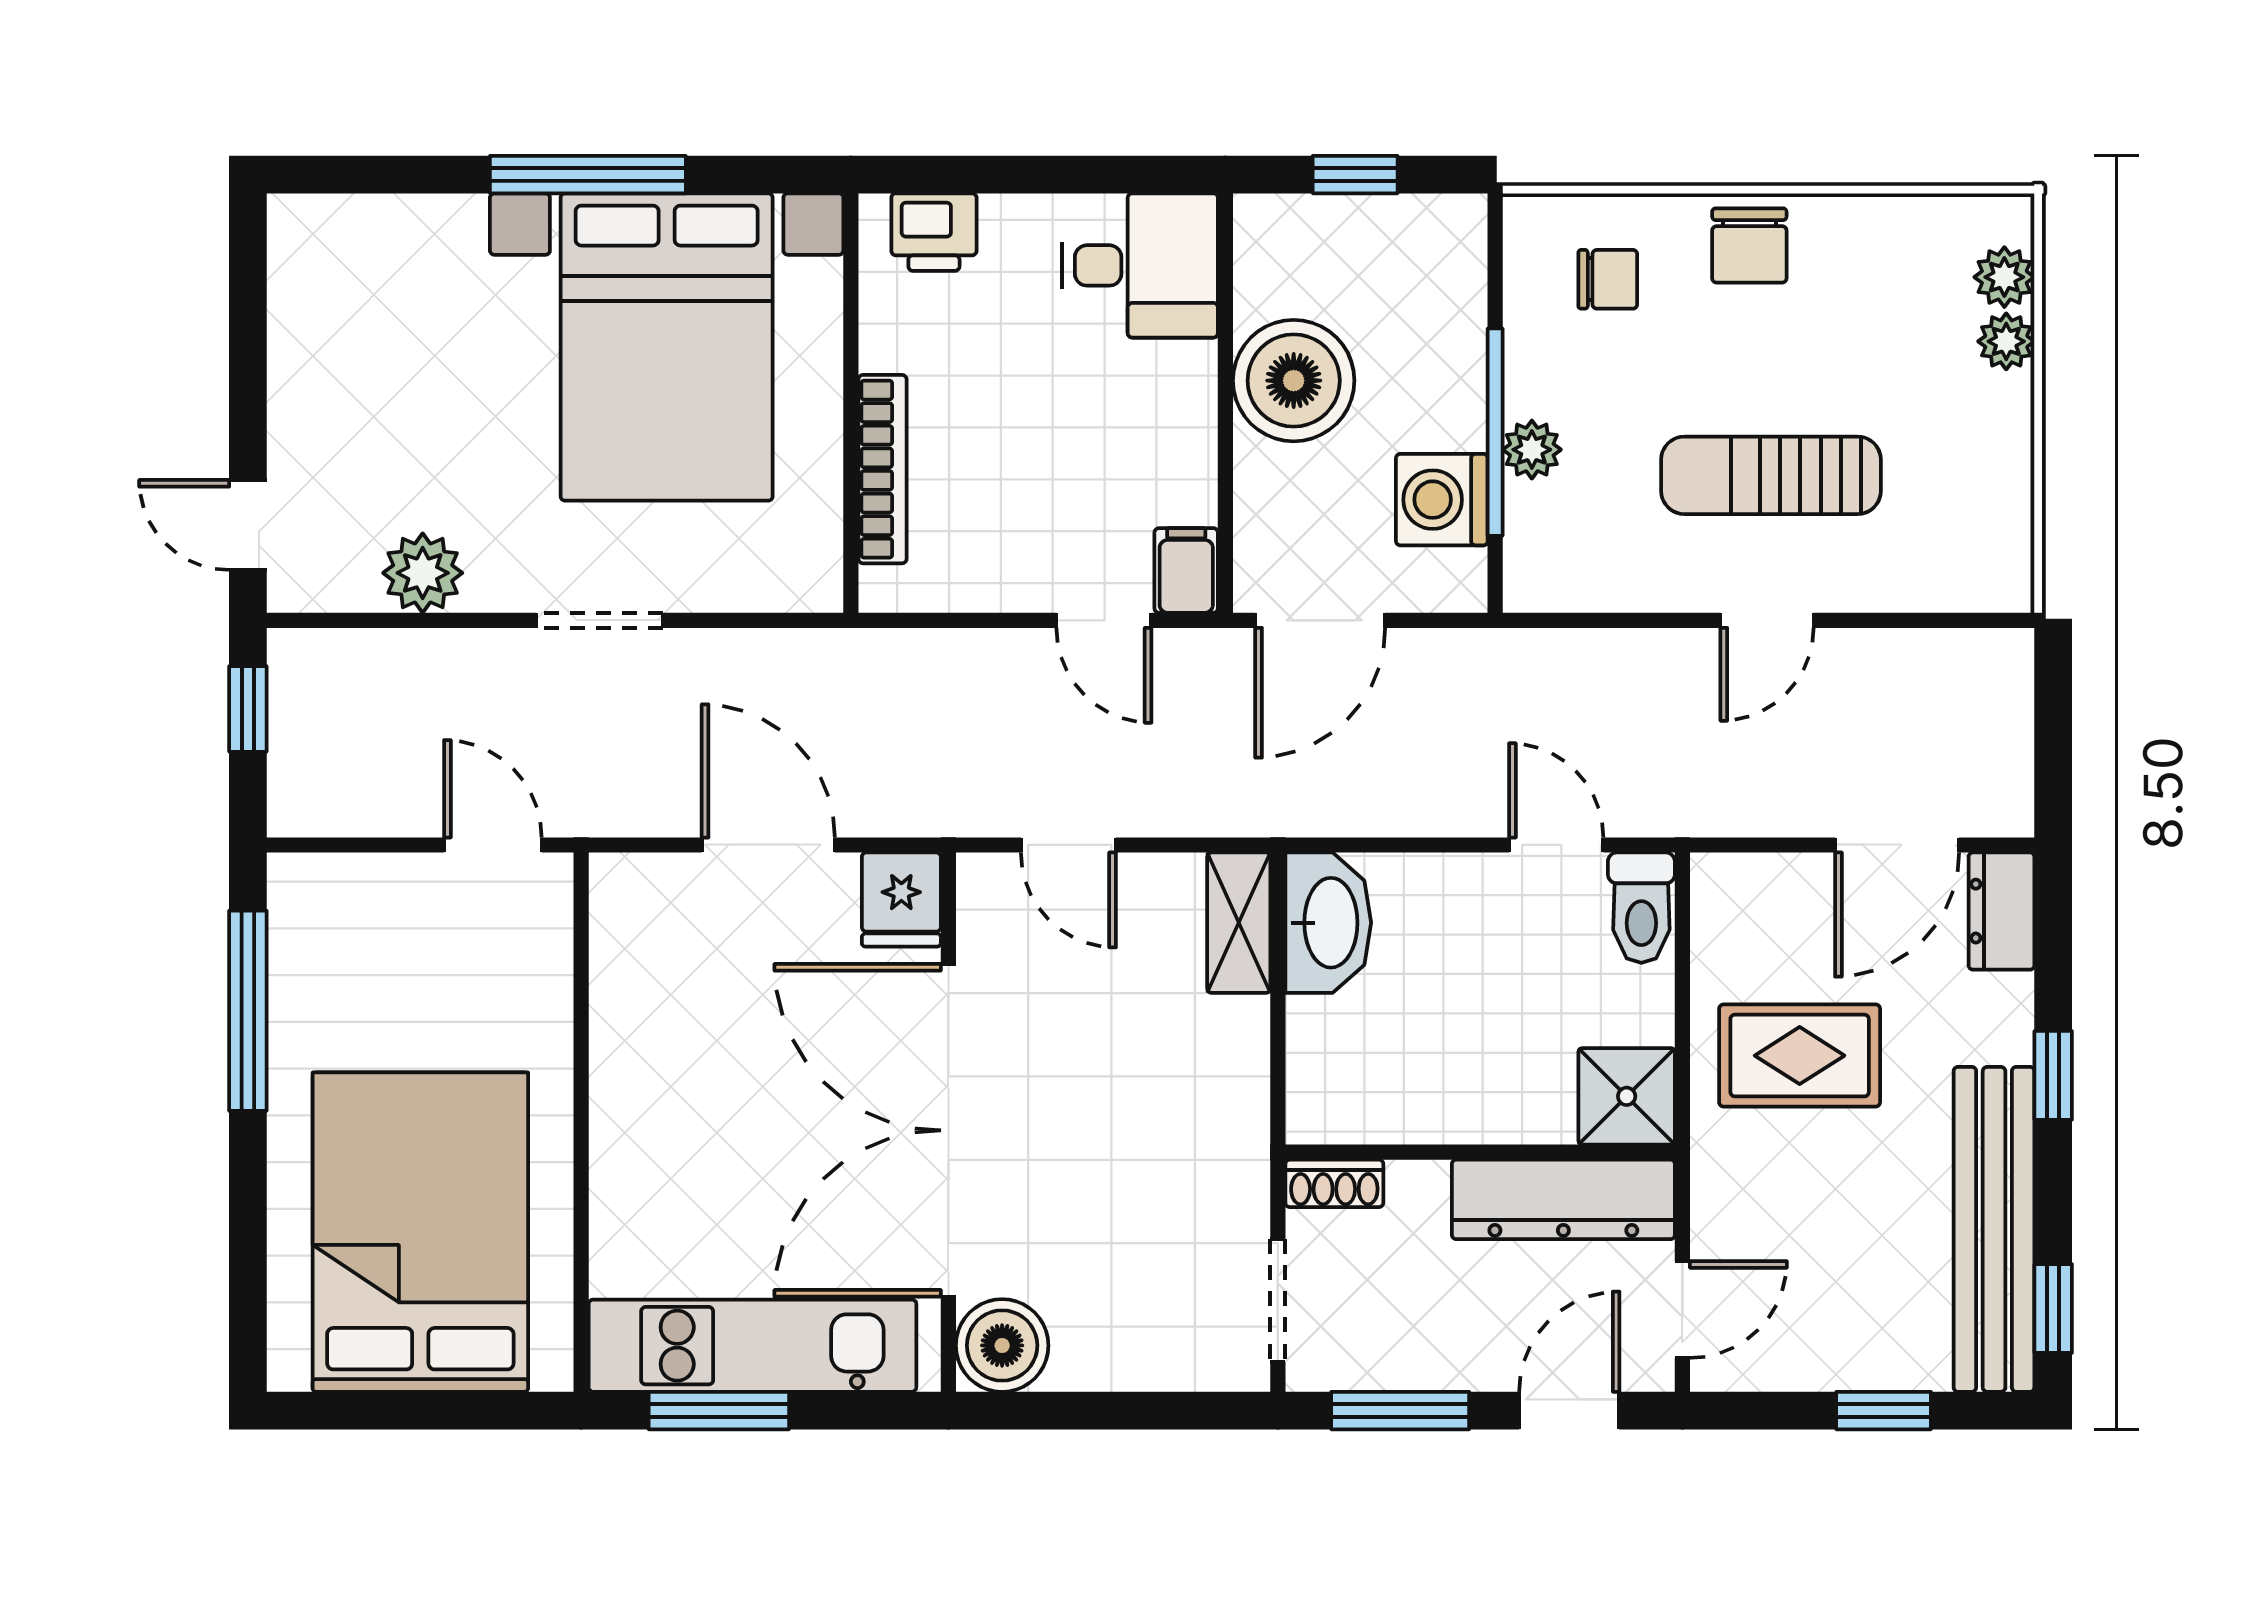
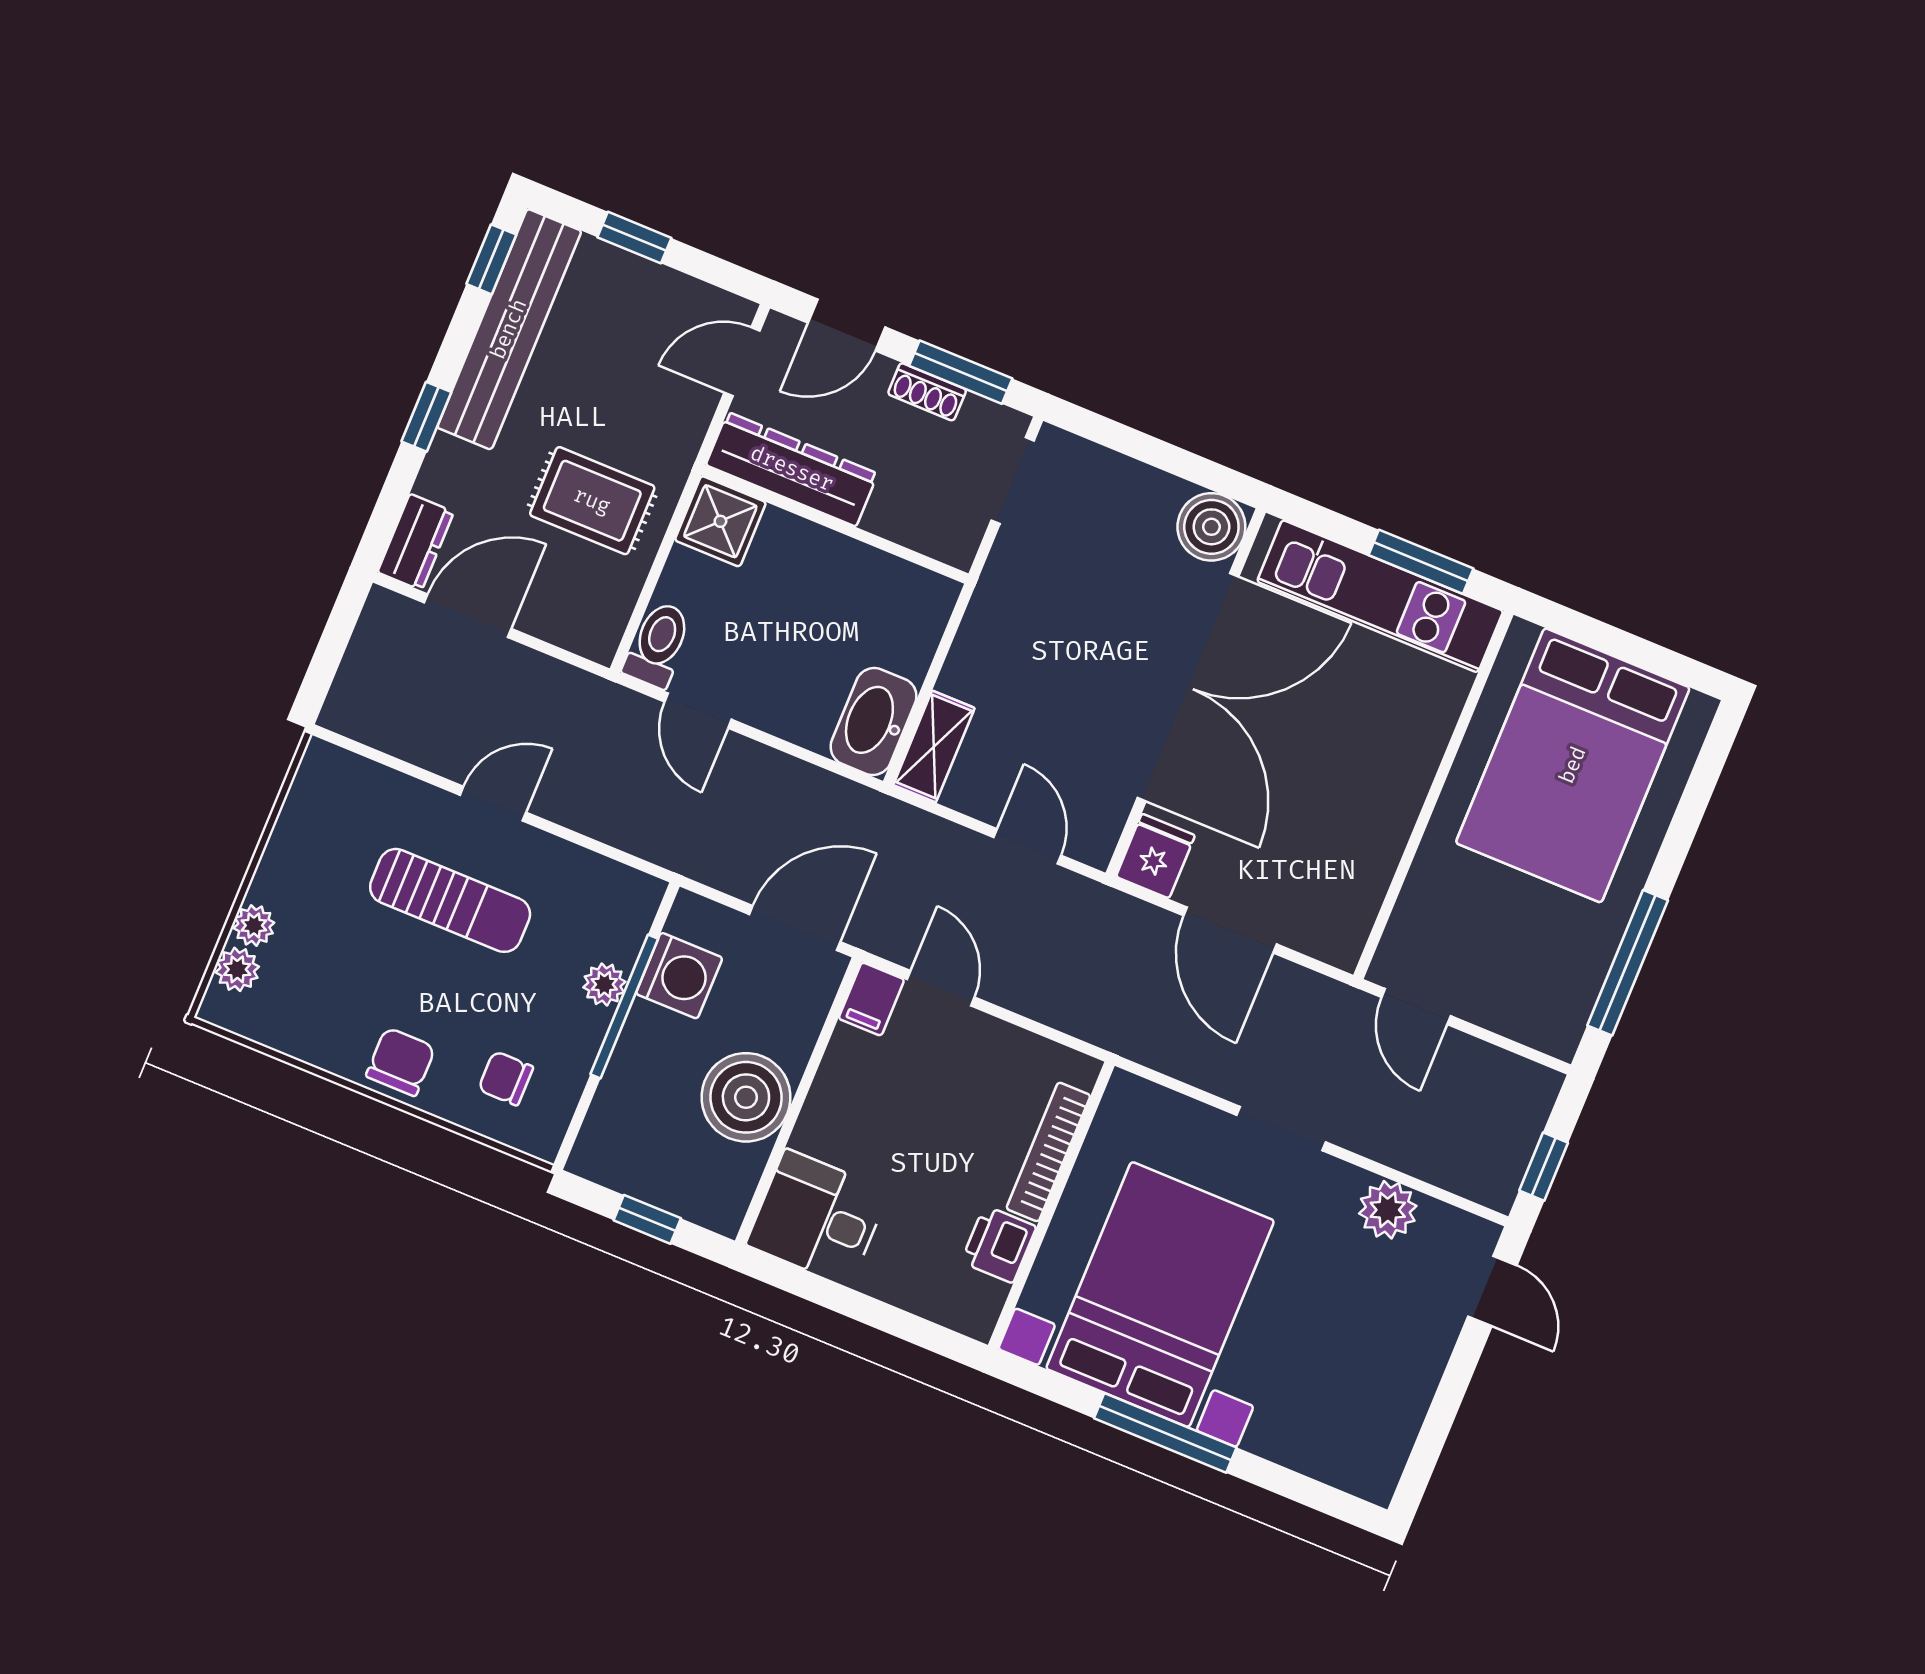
printer: (934, 232) -> (999, 1244), moved, turned -90
shoe rack: (1334, 1183) -> (927, 392), moved, turned 180

